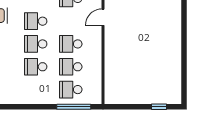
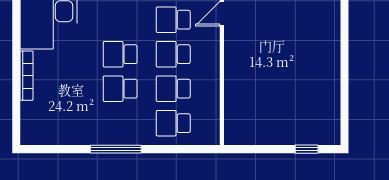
school desk: (36, 21) -> (173, 20), moved
window: (74, 107) -> (116, 149), moved

